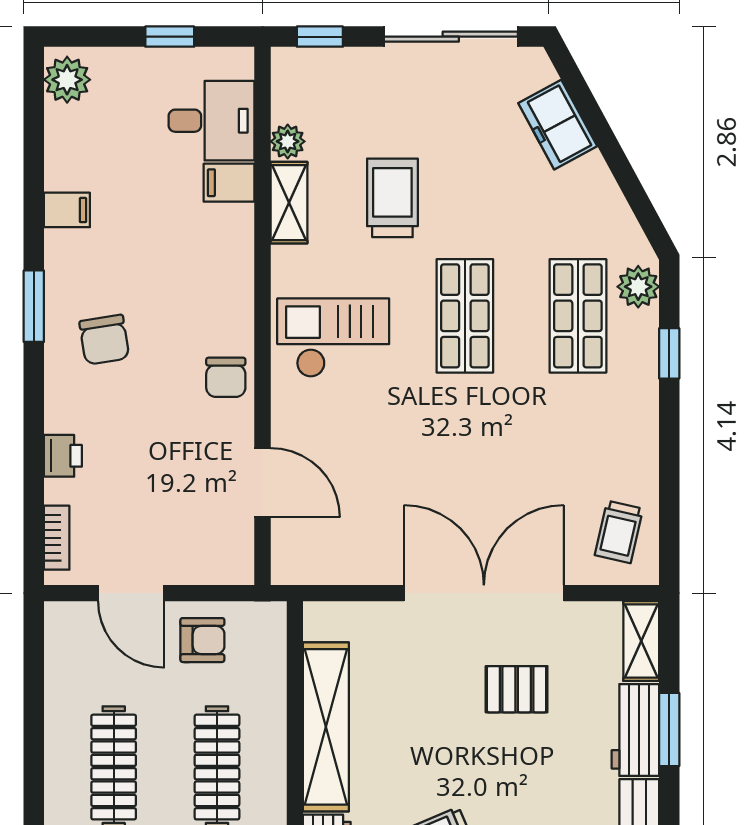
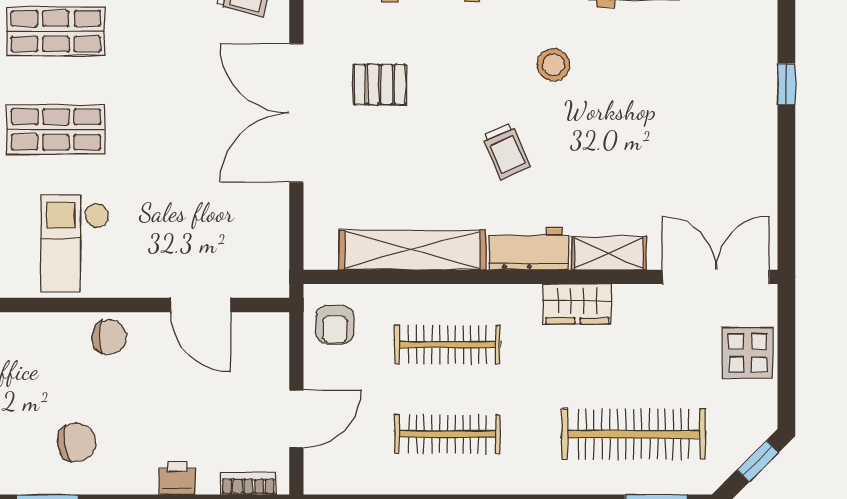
door: (262, 483) -> (201, 305), swing flipped
armchair: (202, 640) -> (335, 325), moved, turned 180
pallet: (517, 689) -> (380, 85), turned 90

